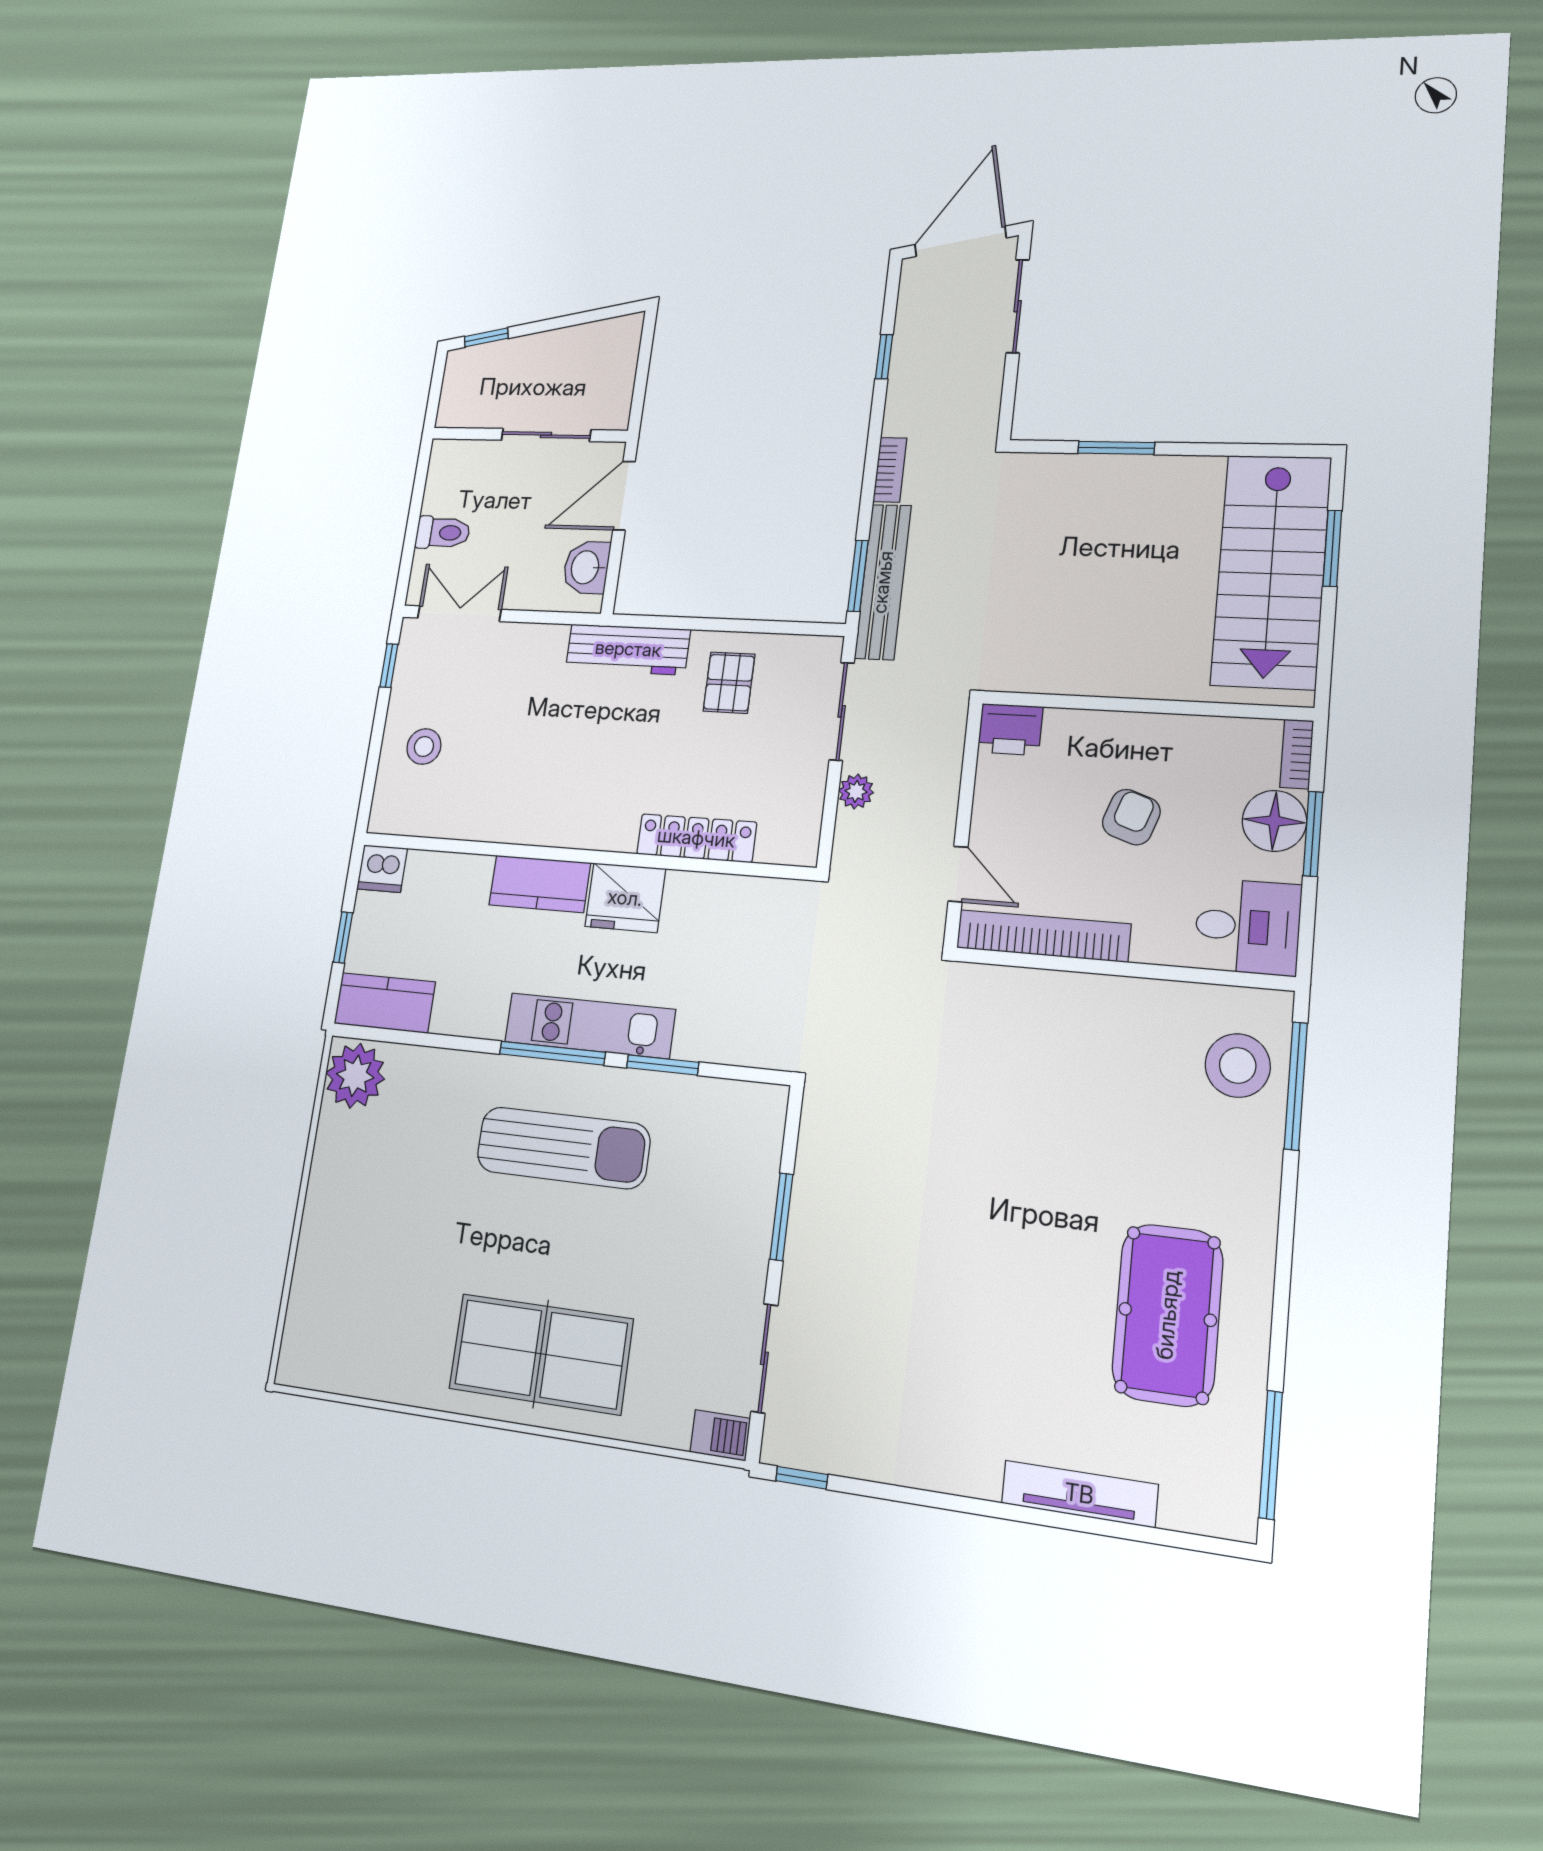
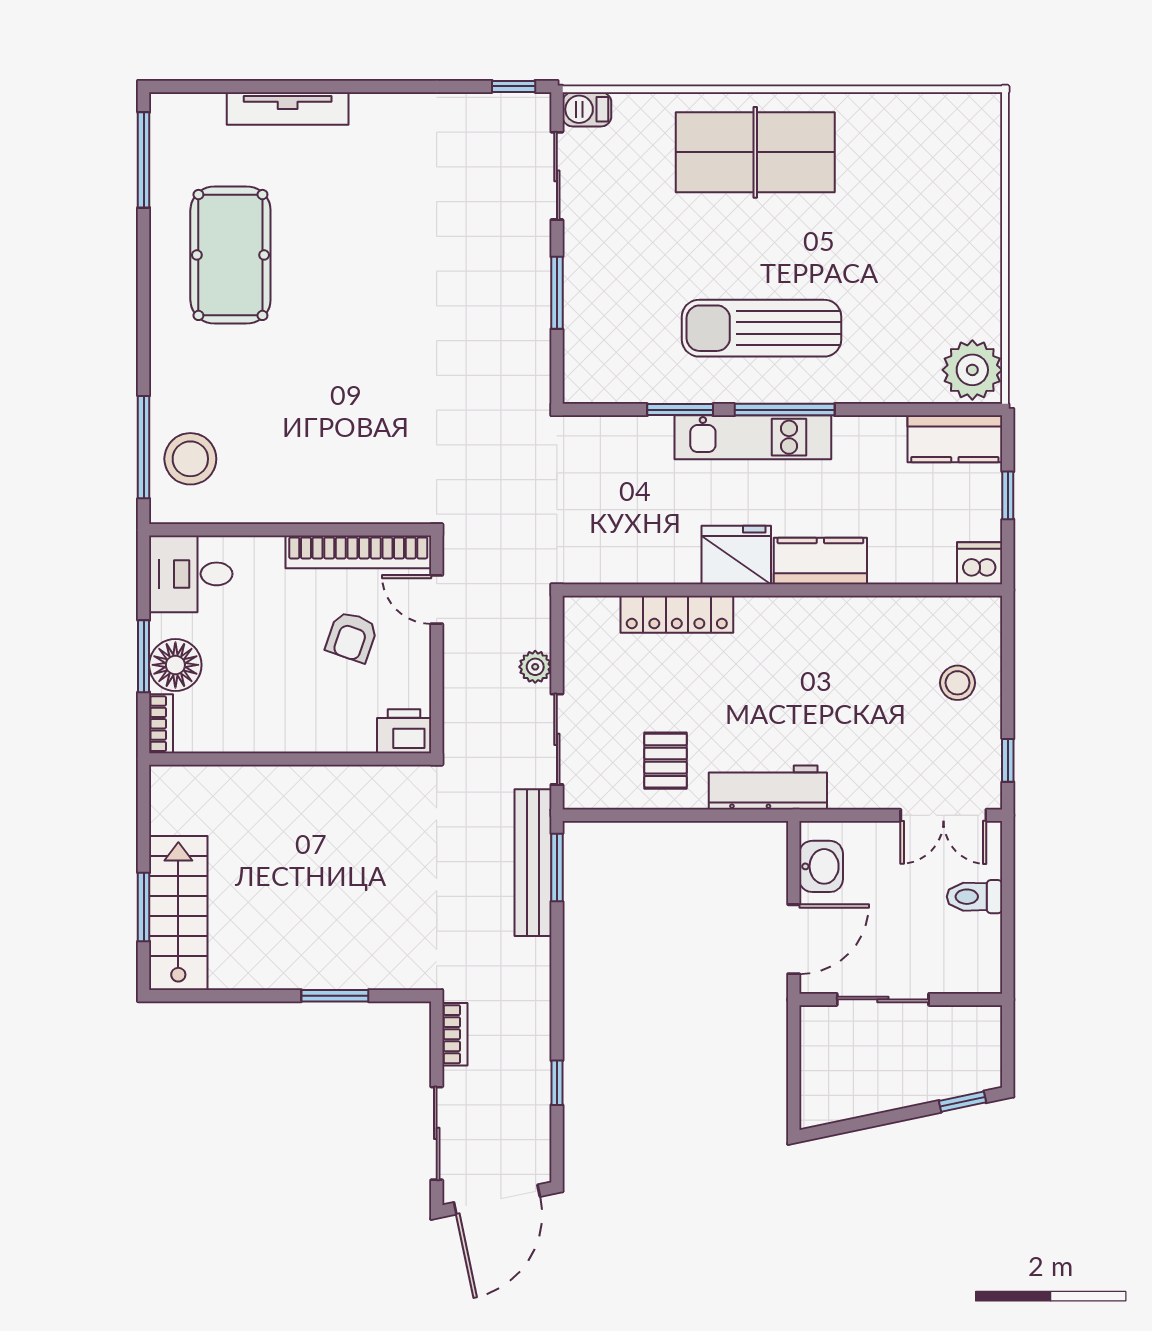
bookcase: (890, 470) -> (455, 1034), moved, turned 180
stairs: (1271, 571) -> (178, 913), width x0.73, depth x0.66
armchair: (1131, 817) -> (352, 637), moved

